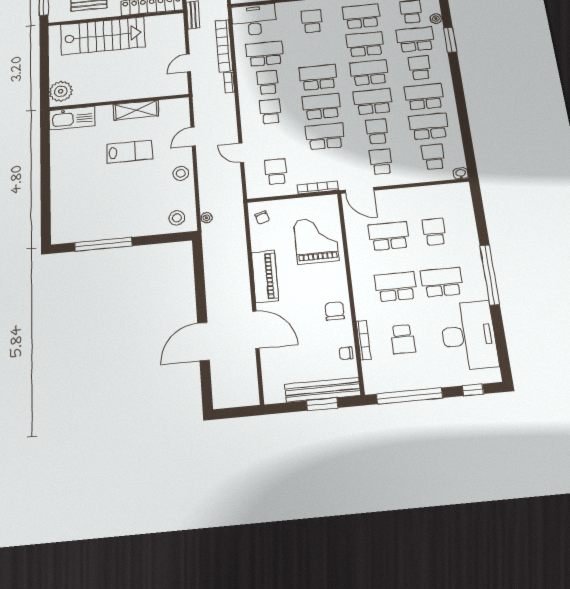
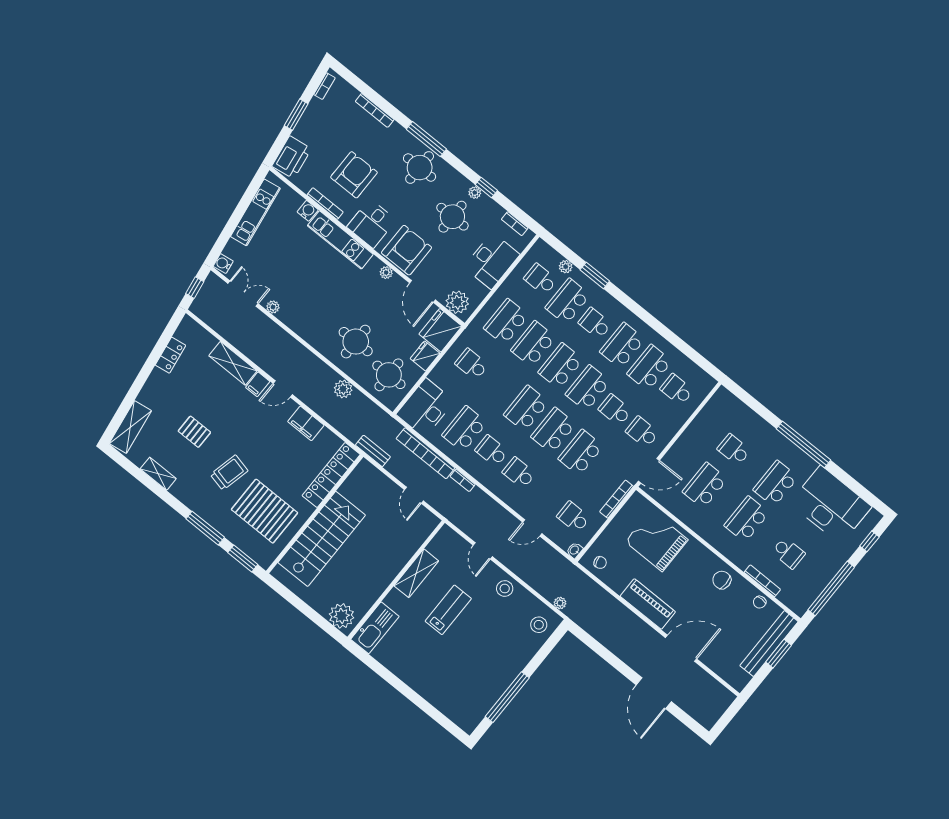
washbasin: (461, 173) -> (574, 550), moved

